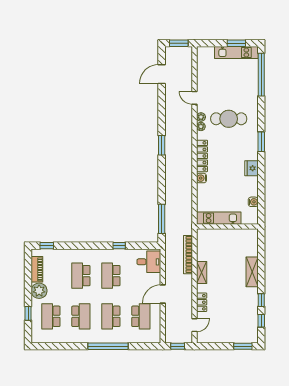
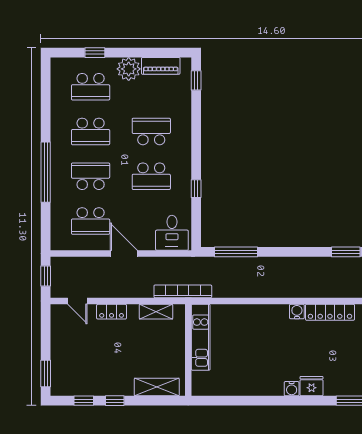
water cooler: (253, 202) -> (292, 389), moved
kitchen unit: (219, 218) -> (201, 337), moved
wall: (227, 227) -> (188, 350), moved
school desk: (111, 276) -> (151, 176), turned 180
school desk: (51, 316) -> (91, 87), turned 180

